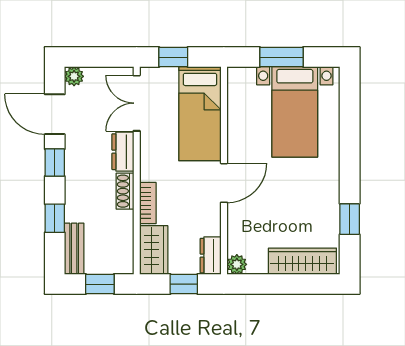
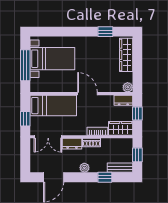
window: (281, 57) -> (25, 65), width x1.44
plant: (74, 76) -> (84, 168), moved
window: (55, 163) -> (77, 177), removed

